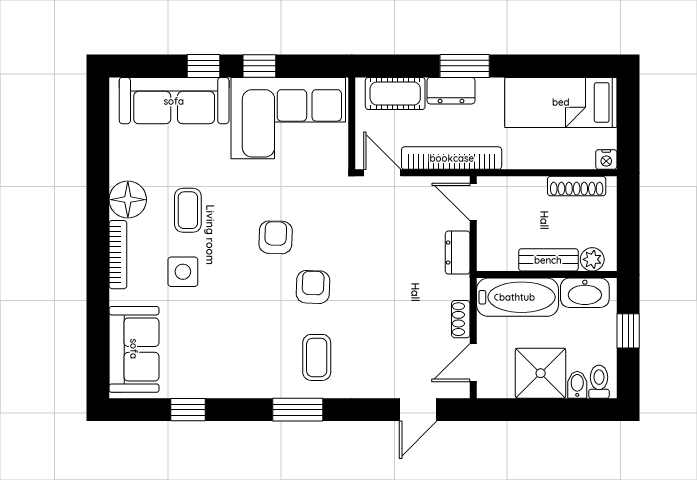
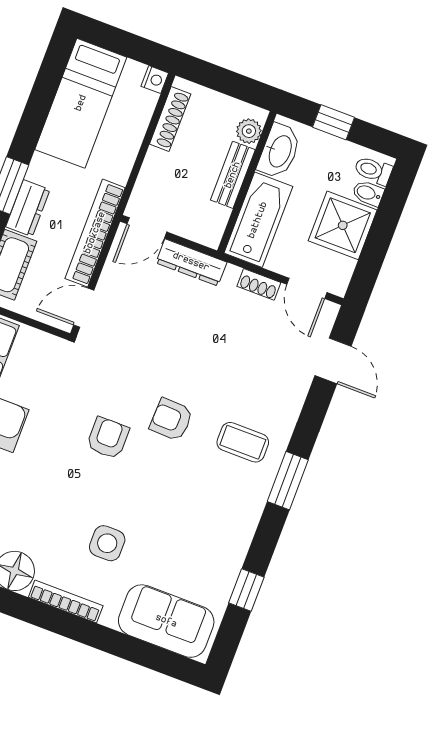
coffee table: (188, 210) -> (48, 515), removed
armchair: (276, 237) -> (108, 438), turned 88
dresser: (458, 253) -> (191, 262), width x1.44

